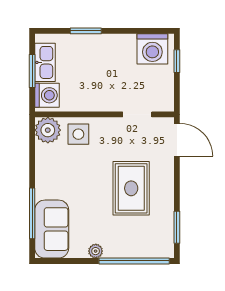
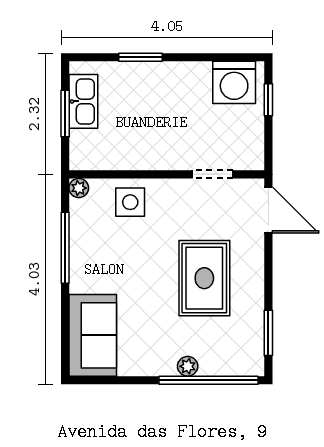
washing machine: (47, 95) -> (86, 148), removed
plant: (48, 130) -> (79, 188), width x0.53, depth x0.53
window: (32, 213) -> (65, 248), moved
plant: (96, 251) -> (188, 366), moved

